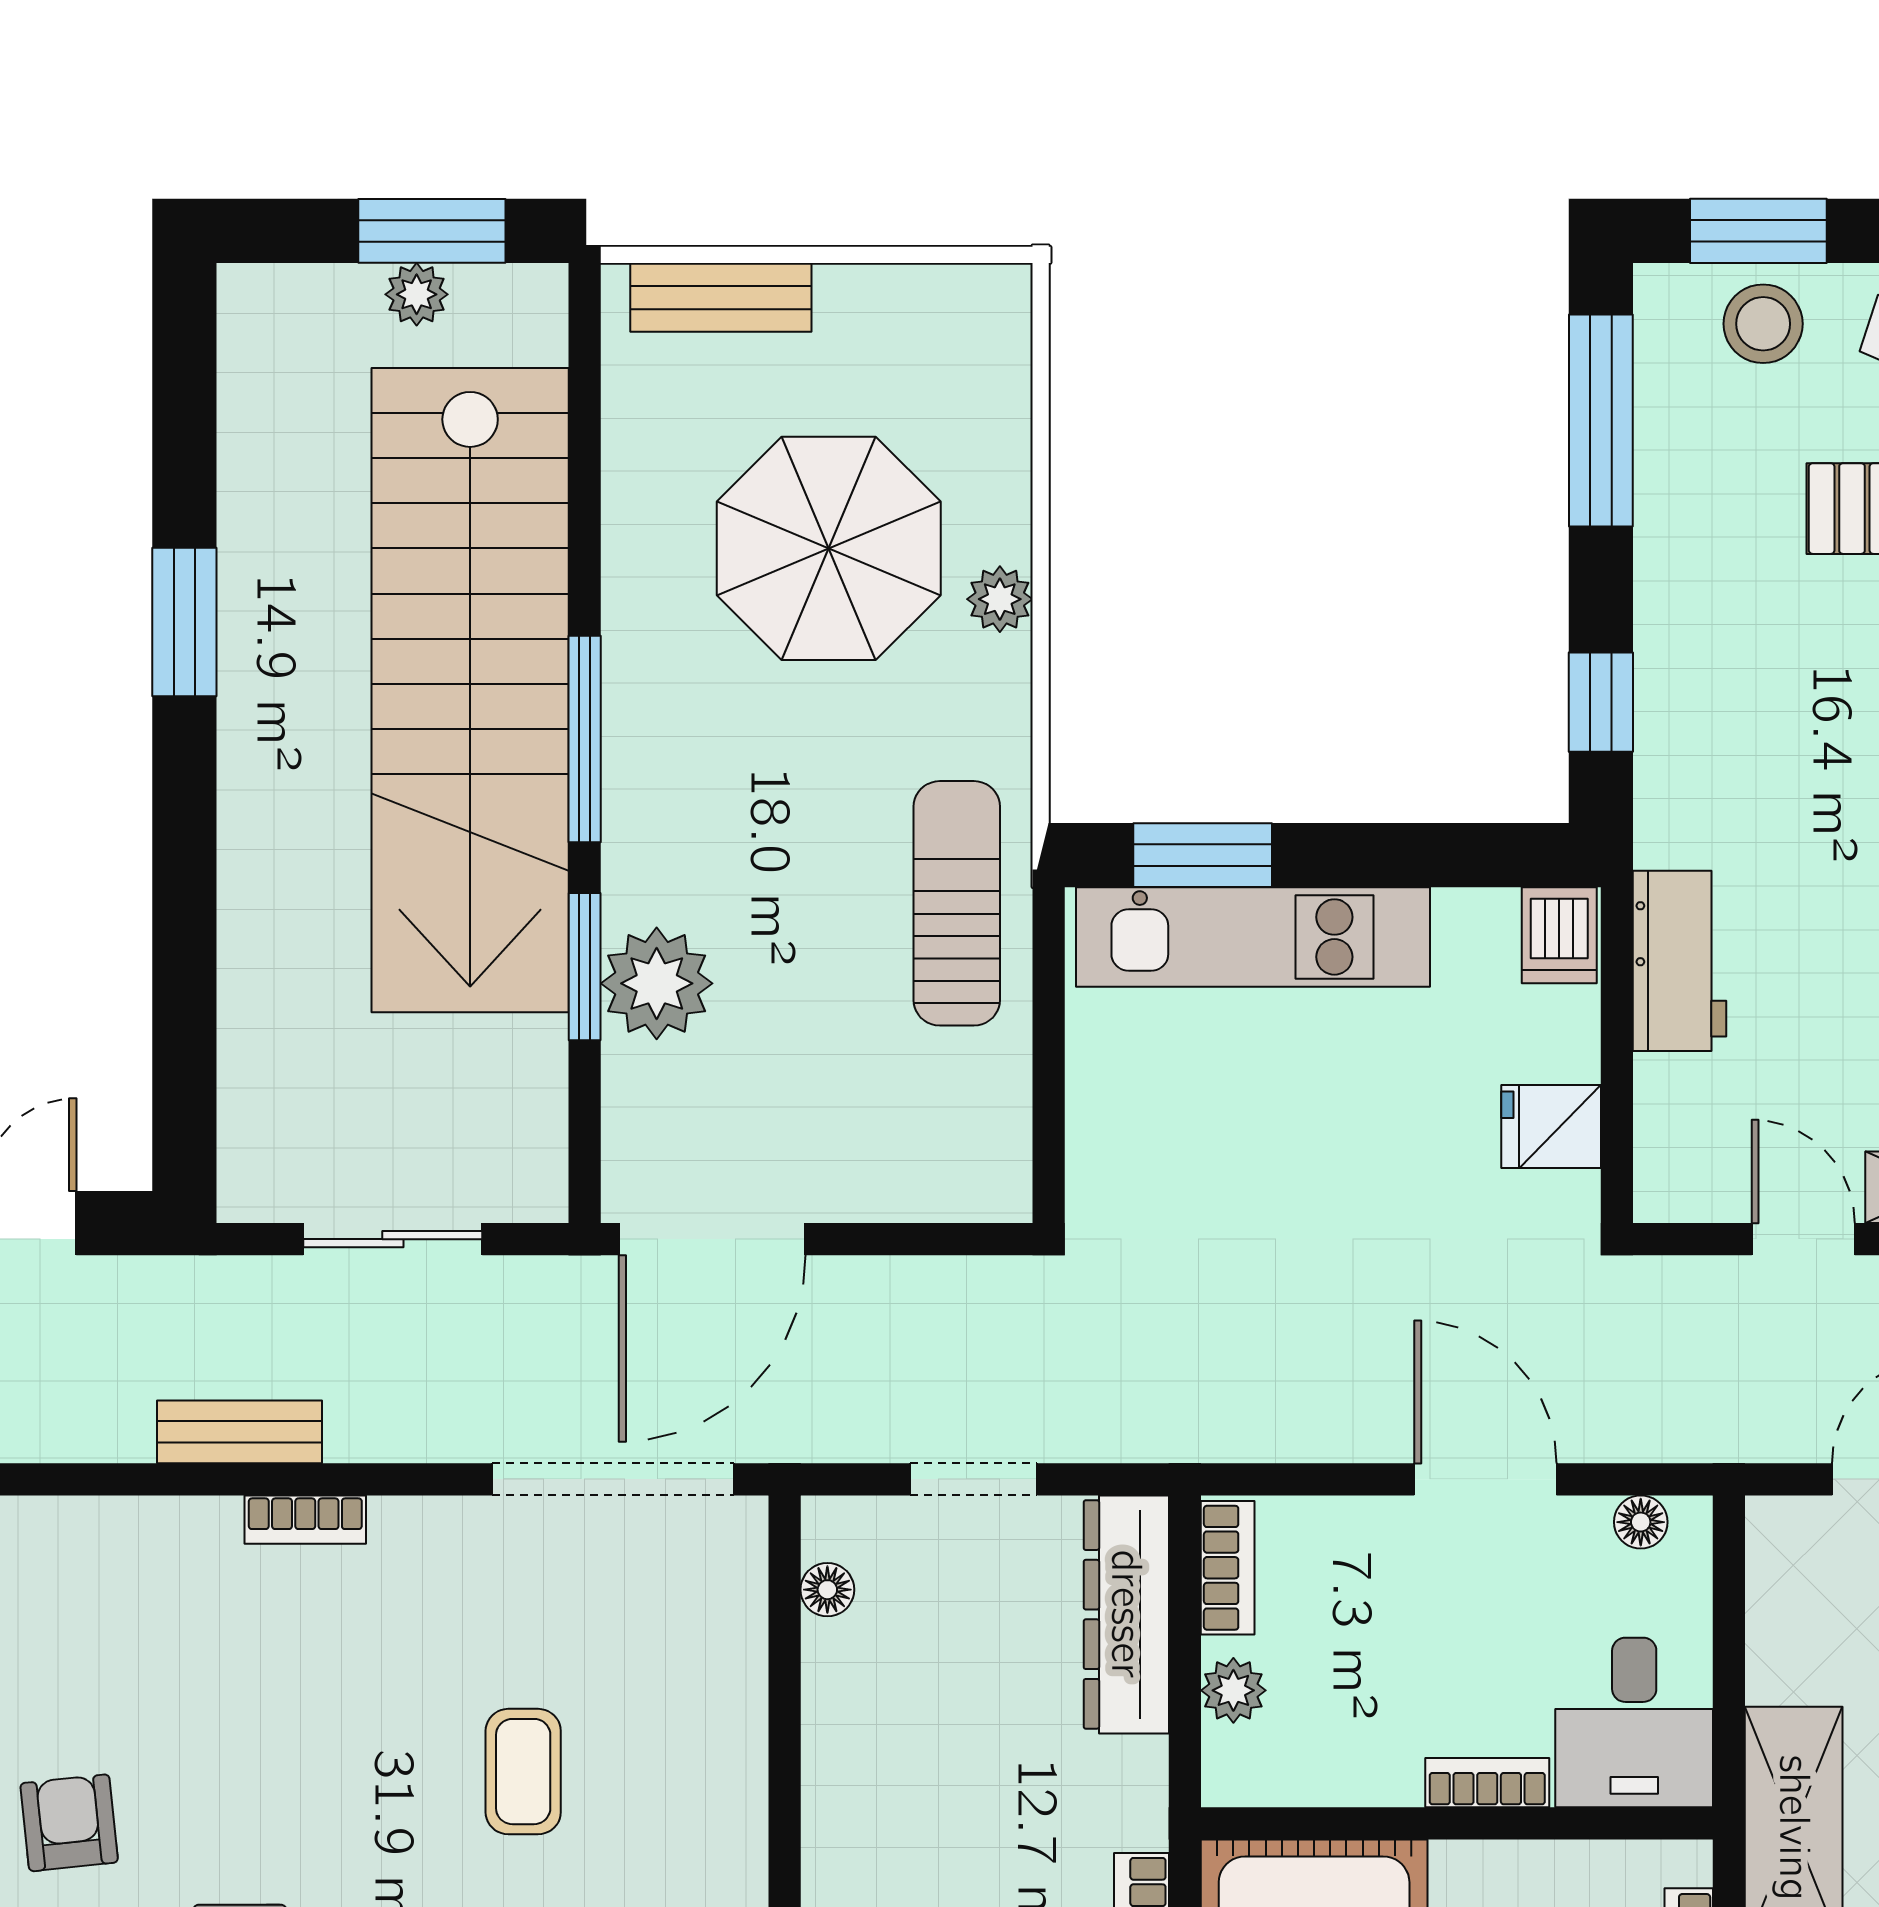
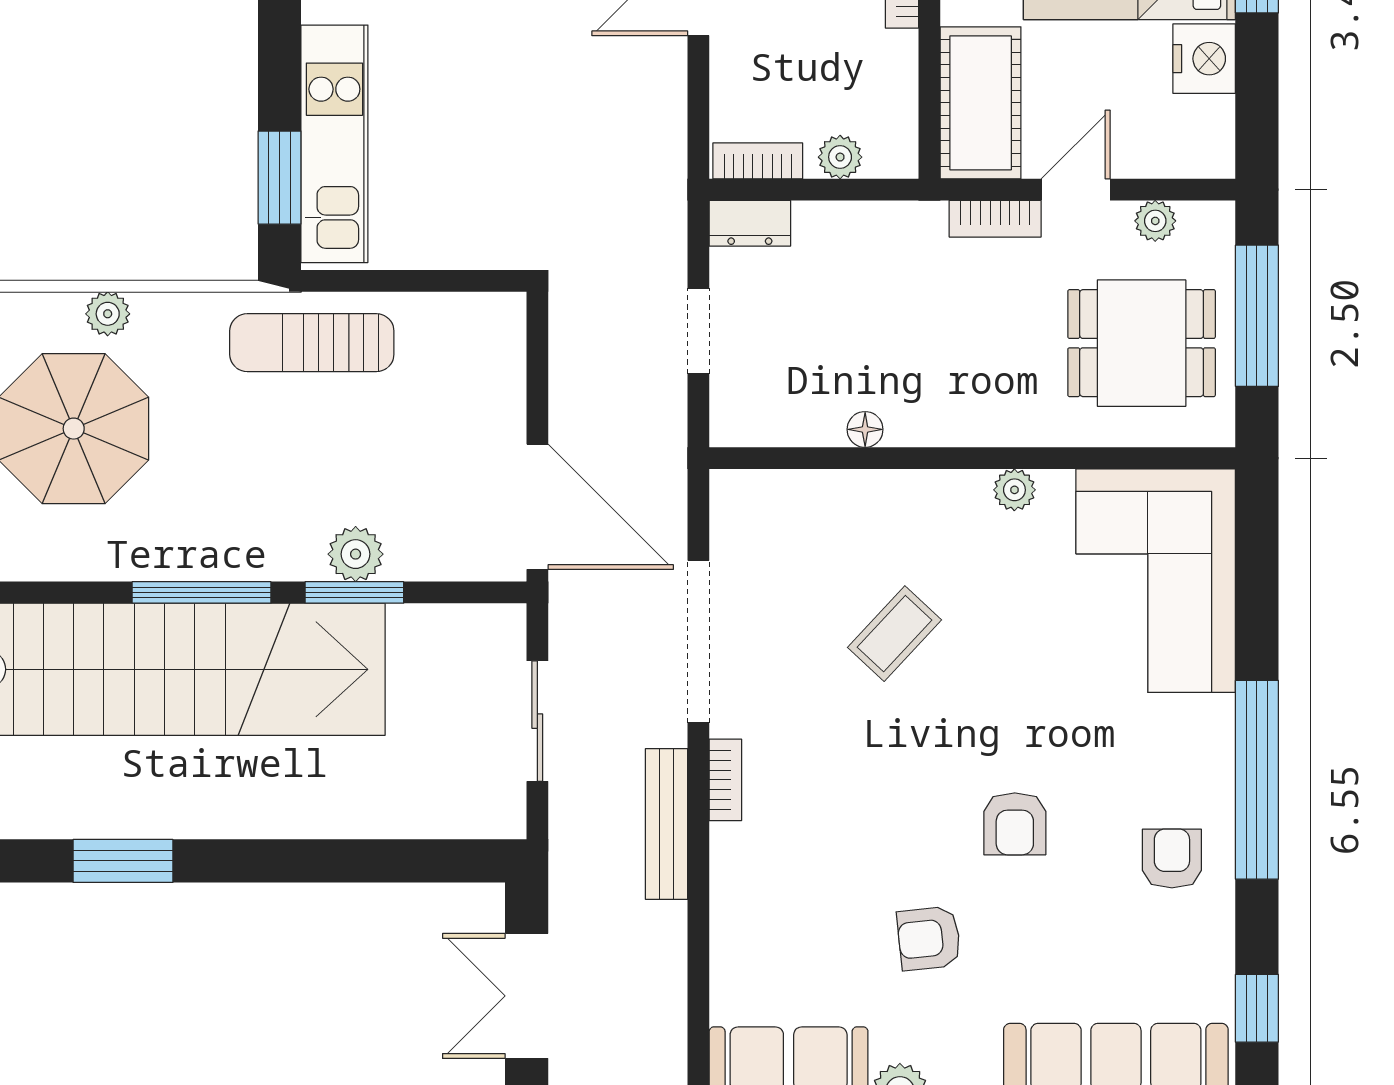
plant: (657, 983) -> (356, 554), width x0.73, depth x0.73
bench: (239, 1432) -> (667, 824), width x1.36
doorway: (613, 1479) -> (698, 642), moved
floor lamp: (827, 1590) -> (865, 429), moved
dresser: (1126, 1614) -> (750, 223), width x0.51, depth x0.80
coffee table: (523, 1772) -> (895, 634), turned -47

